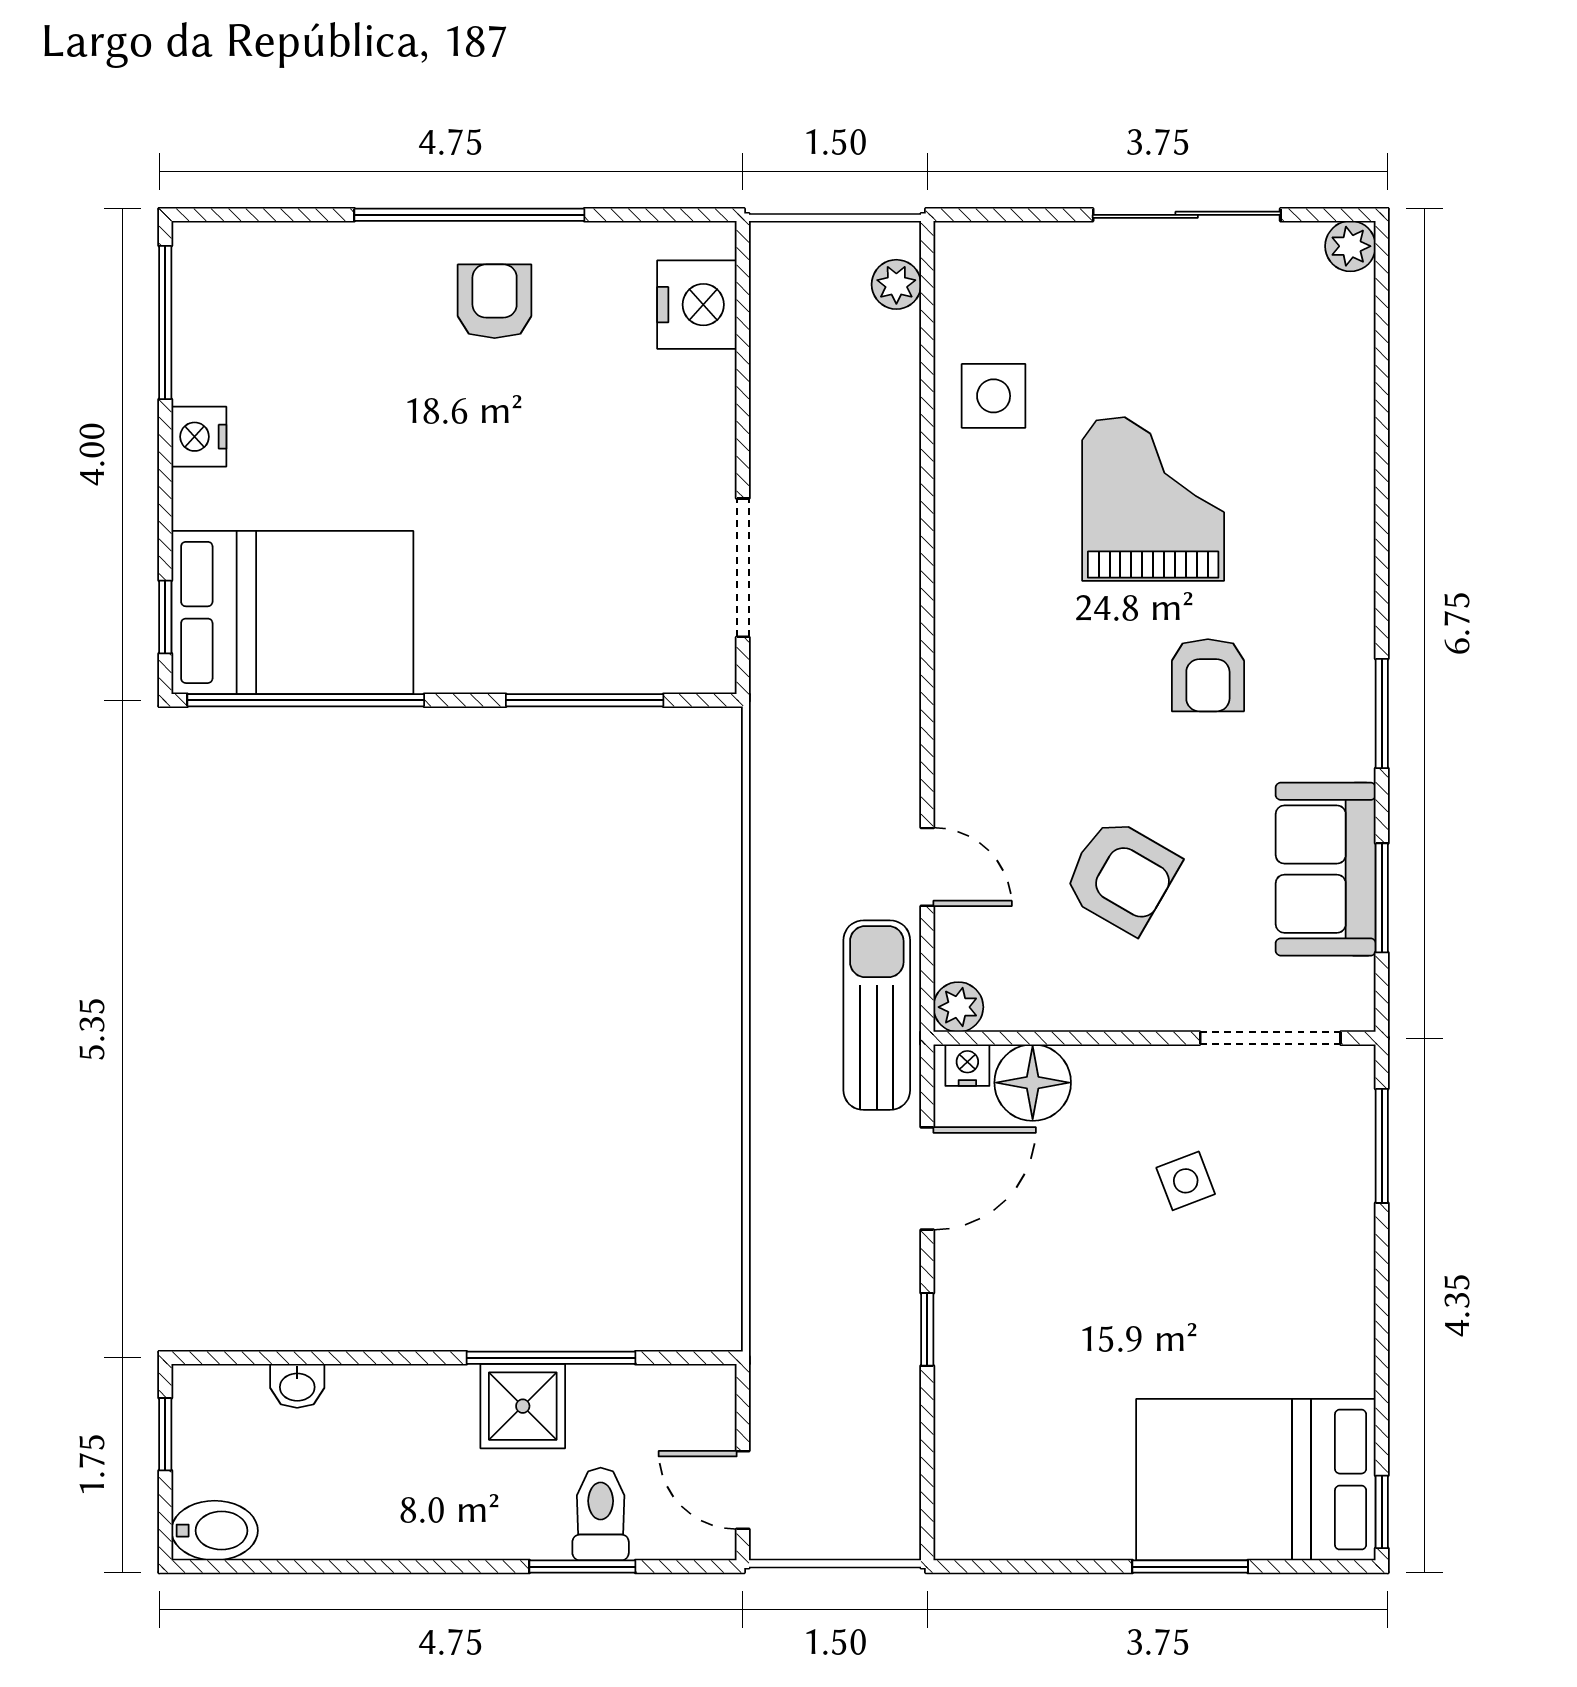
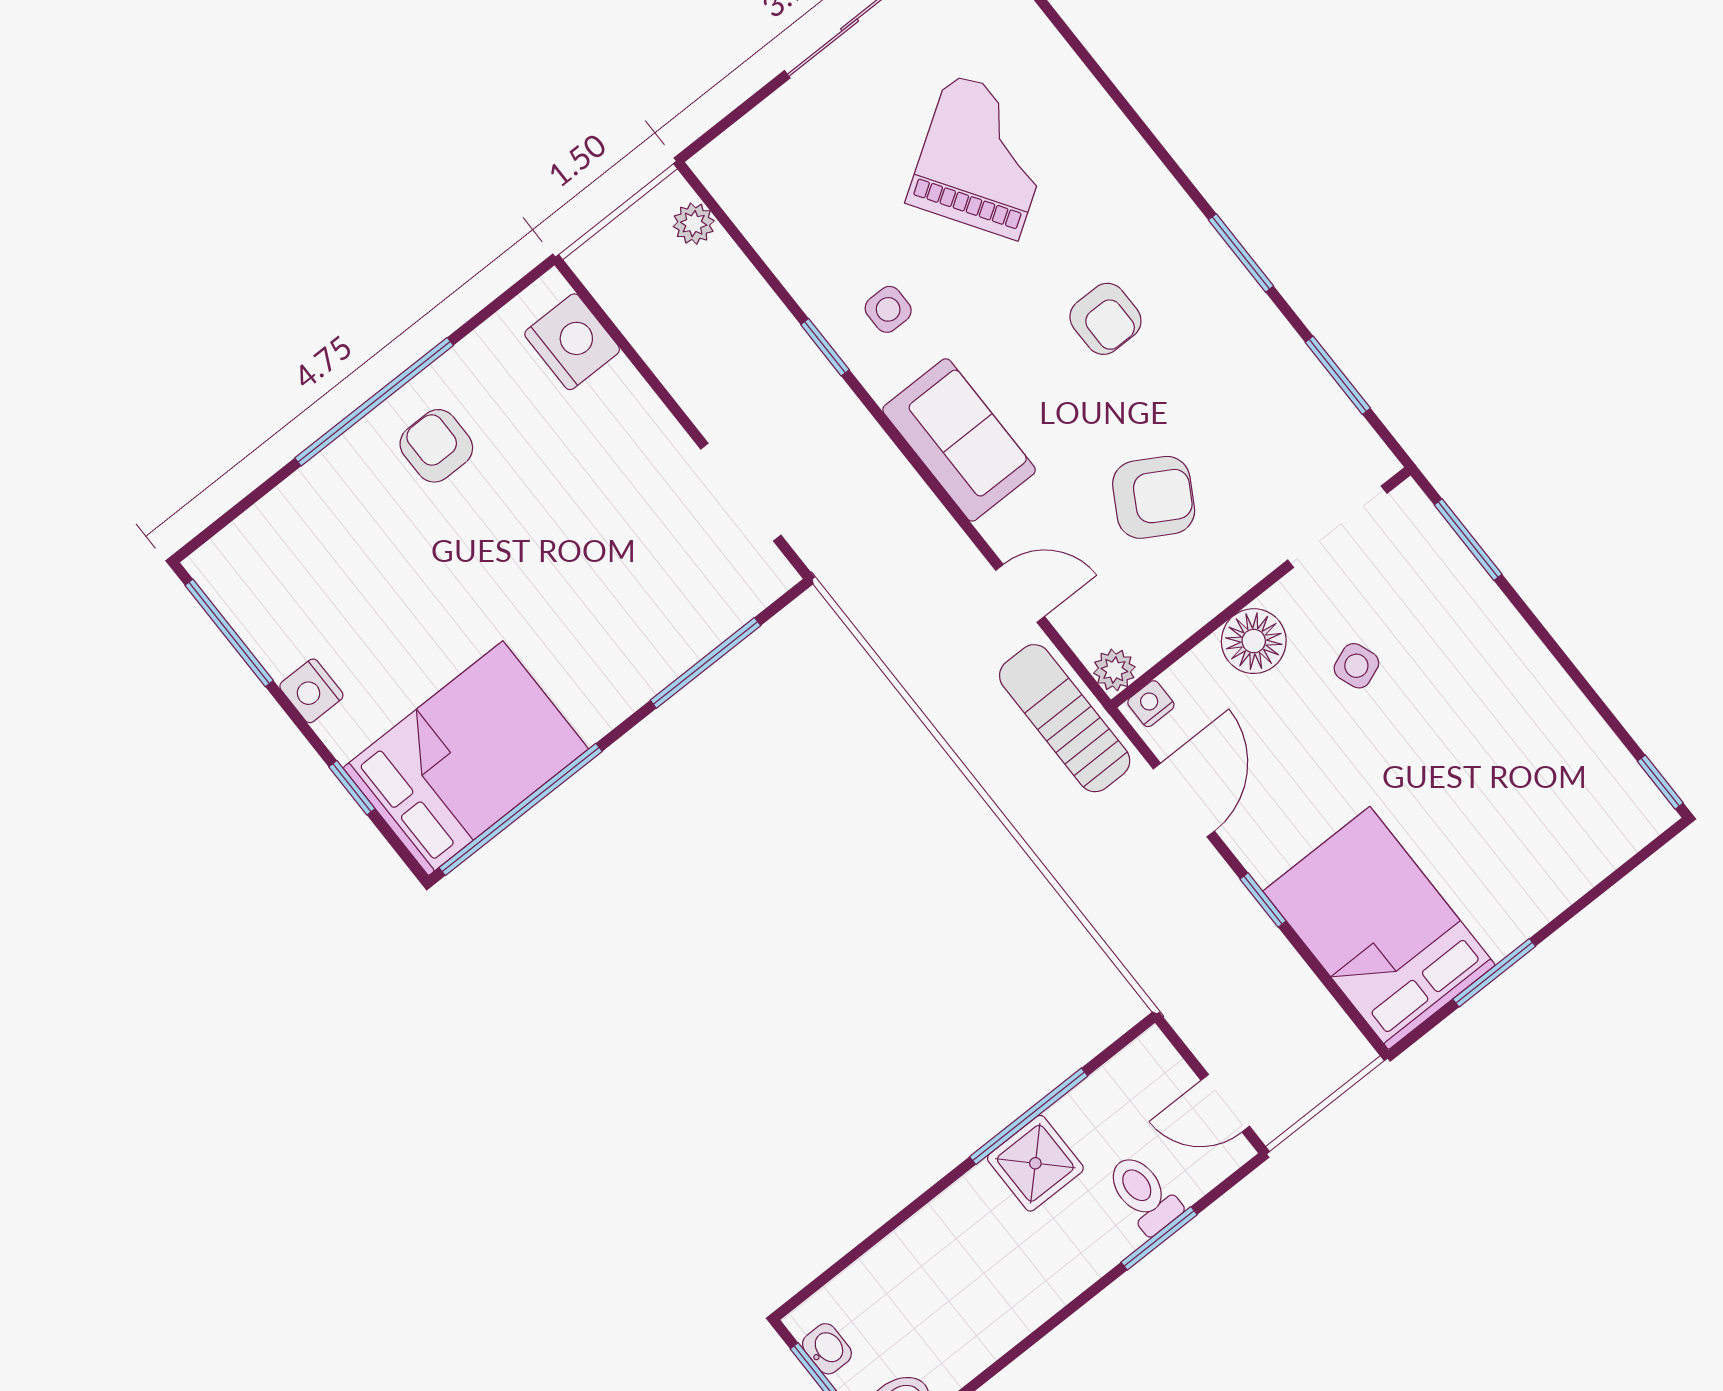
side table: (994, 396) -> (888, 309), moved, width x0.73, depth x0.73
window: (927, 495) -> (825, 347), added
grand piano: (1153, 499) -> (983, 157), moved, turned 57
window: (165, 617) -> (352, 788), moved
sofa: (1326, 869) -> (959, 440), moved, turned 180
floor lamp: (1033, 1083) -> (1254, 641), moved
washbasin: (297, 1386) -> (827, 1349), moved, turned -90
bed: (1256, 1480) -> (1379, 928), moved, turned 90
window: (1190, 1567) -> (1494, 973), moved

